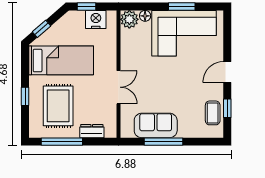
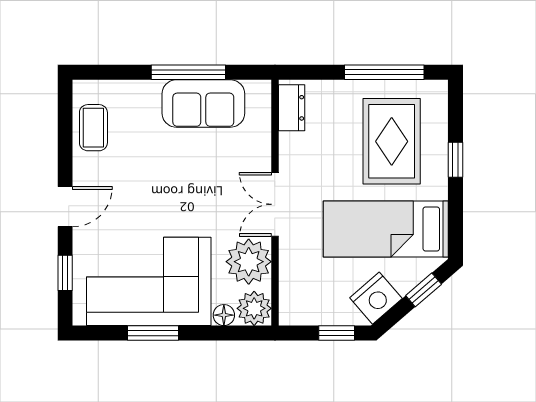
nightstand: (96, 19) -> (376, 298), moved, turned -41
plant: (132, 44) -> (249, 262), added
double door: (119, 87) -> (275, 204), moved
window: (227, 108) -> (65, 273), moved
dresser: (92, 131) -> (292, 108), moved, turned -90

